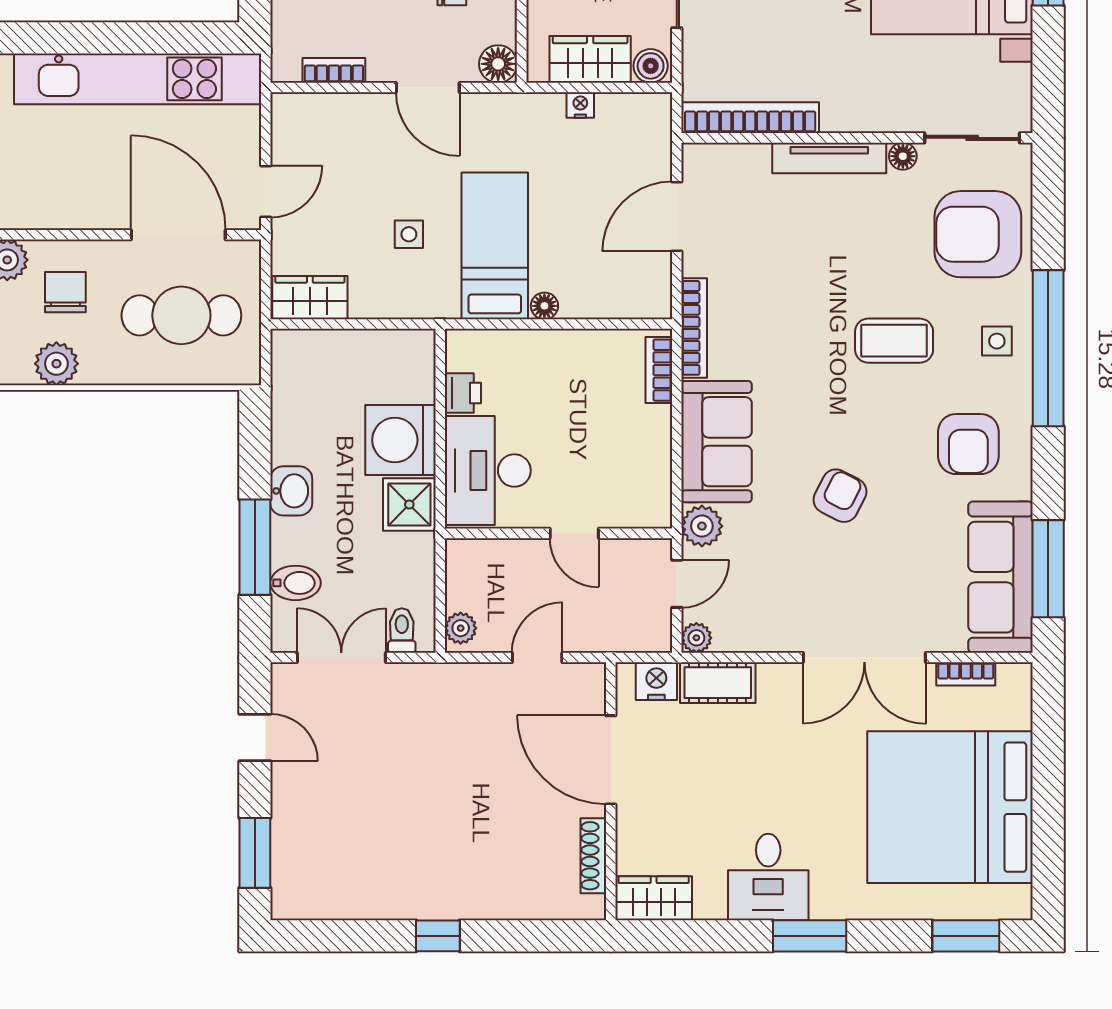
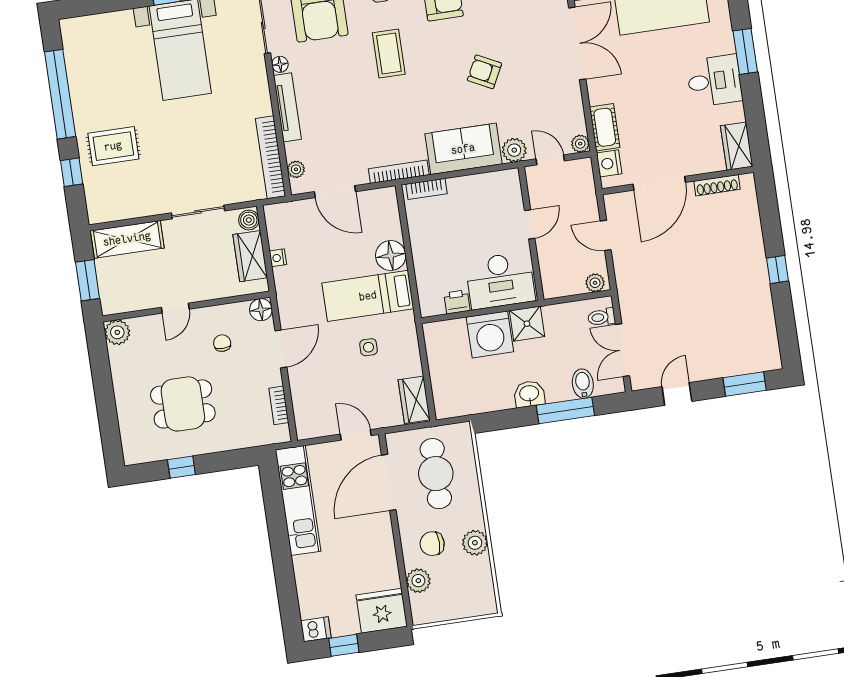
kitchen unit: (138, 79) -> (298, 500), width x0.73
plant: (724, 157) -> (296, 169), added
floor lamp: (544, 306) -> (391, 256), width x1.89, depth x1.89

